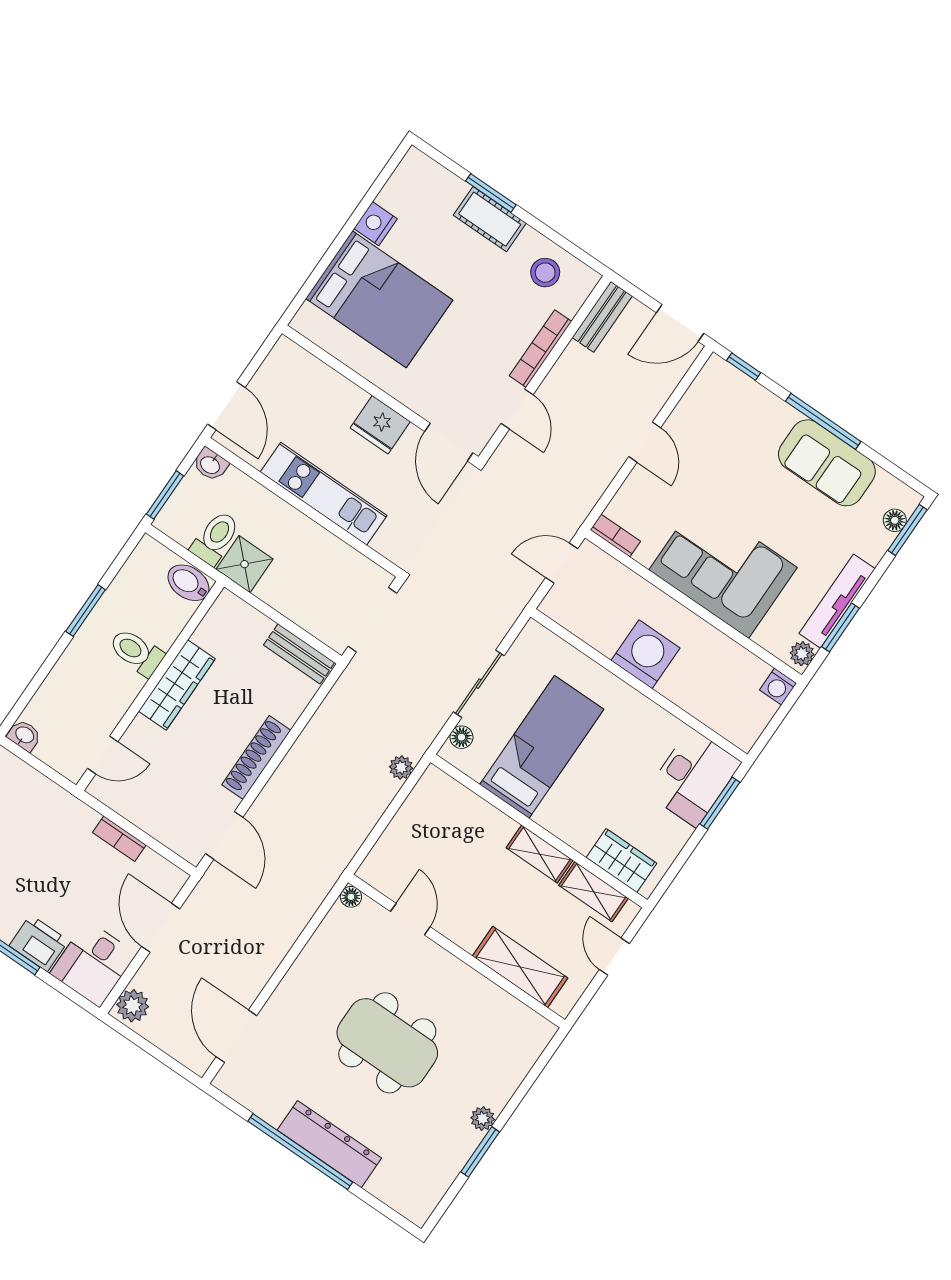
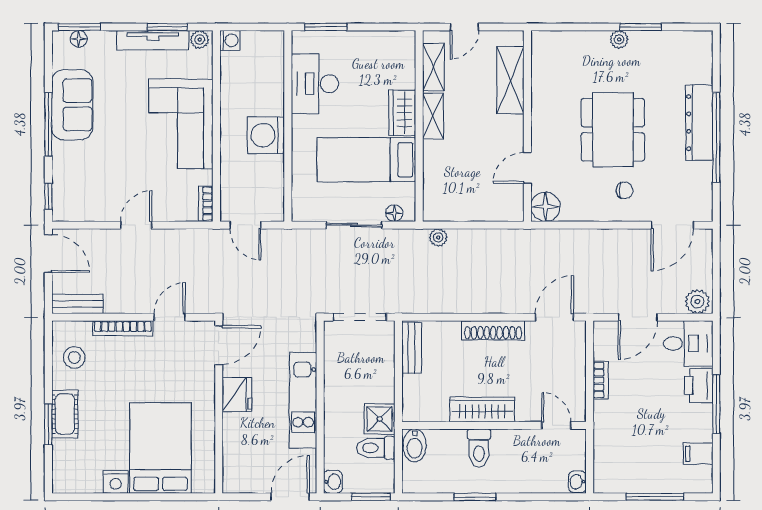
desk: (693, 778) -> (315, 84), moved, turned -90
wardrobe: (621, 860) -> (402, 113), moved
floor lamp: (351, 897) -> (546, 207), width x1.89, depth x1.89
chair: (311, 1010) -> (624, 190), added

